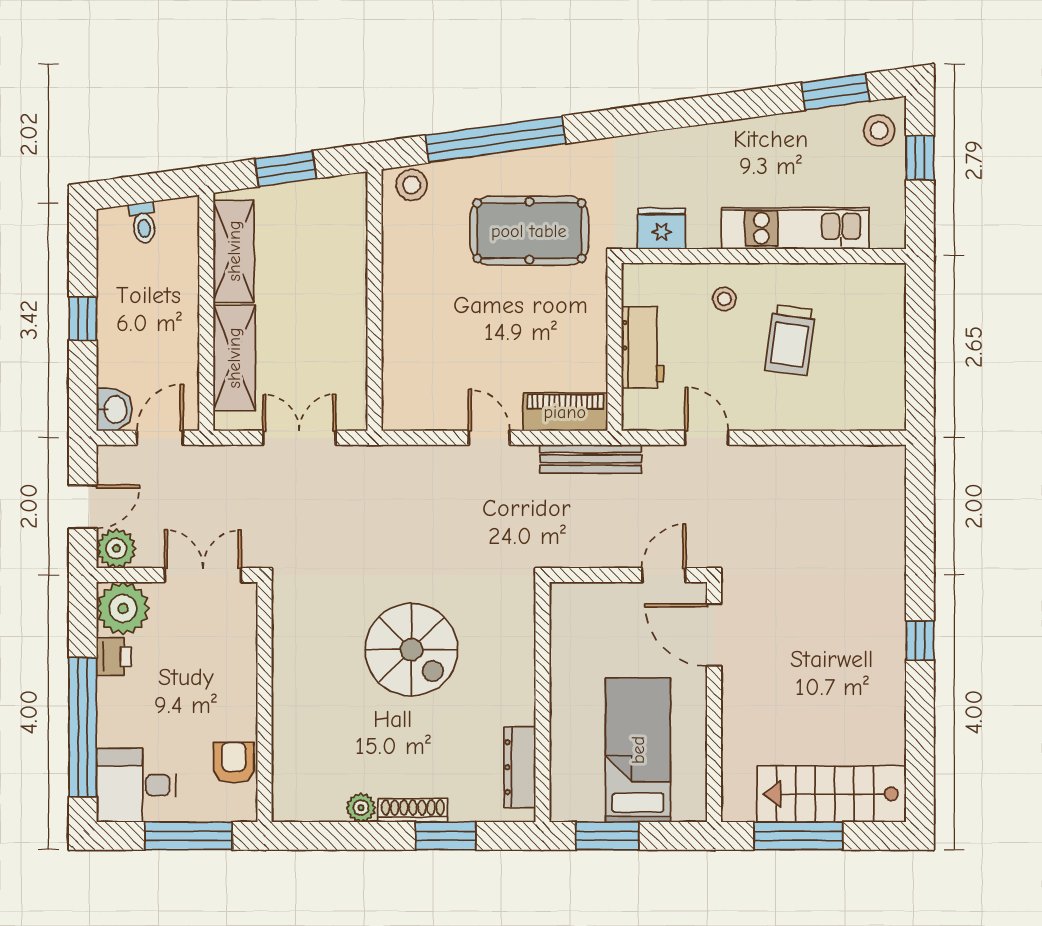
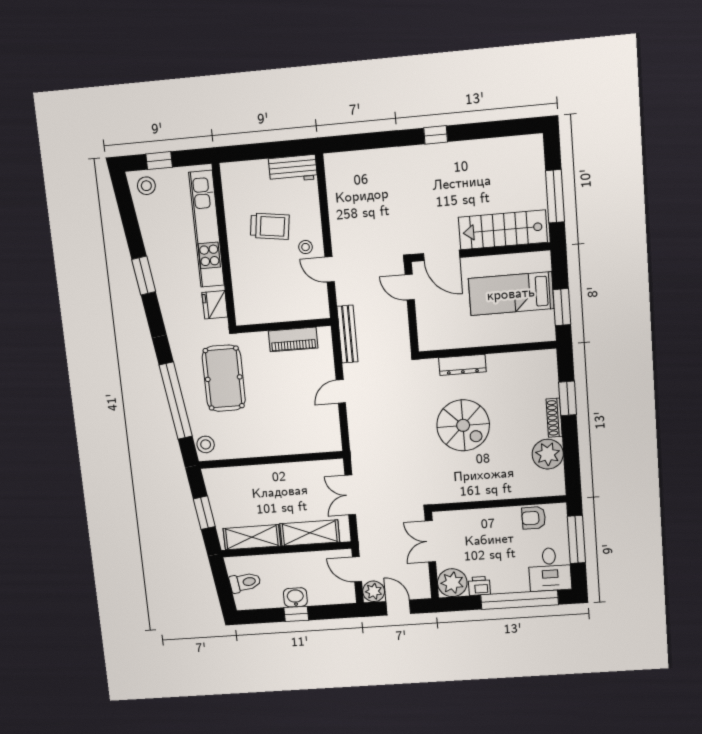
window: (835, 92) -> (144, 276), moved
toilet: (143, 223) -> (245, 582), width x1.37, depth x1.39
kitchen unit: (795, 228) -> (207, 229), width x1.36
stool: (724, 299) -> (306, 247), moved
workbench: (643, 348) -> (293, 169), moved, turned 180
washbasin: (114, 410) -> (295, 597), moved
piano: (565, 412) -> (293, 339), moved, turned -90
door: (707, 438) -> (330, 269), hinge flipped
plant: (116, 548) -> (374, 591), moved
door: (714, 635) -> (442, 255), hinge flipped
spiral stairs: (411, 650) -> (463, 425), turned 90
dresser: (520, 767) -> (462, 365), moved
stairs: (832, 794) -> (503, 230), moved, turned 90
plant: (361, 808) -> (548, 454), width x1.88, depth x1.88

